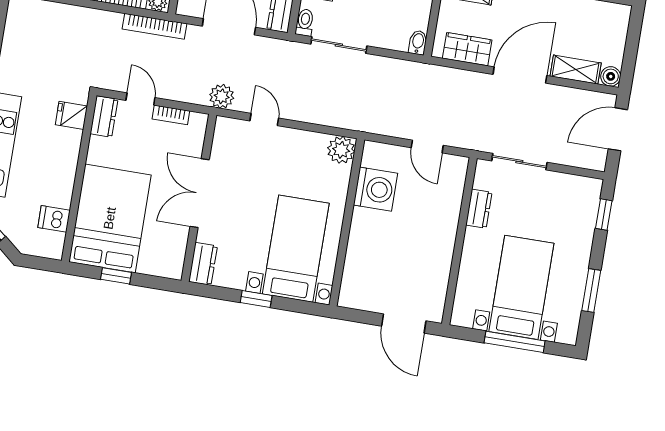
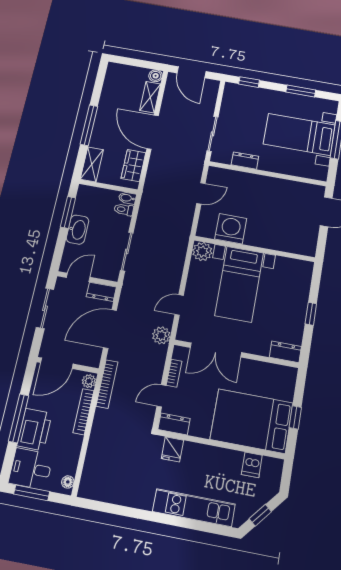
toilet: (305, 22) -> (124, 210), moved
double door: (200, 193) -> (216, 350), moved
bed with nightstands: (296, 249) -> (239, 284), moved, turned -90

